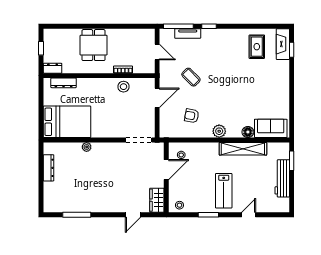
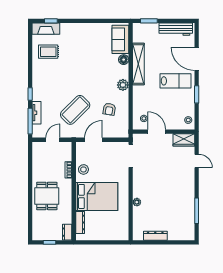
dining table: (94, 45) -> (47, 196), turned 90
coffee table: (191, 77) -> (75, 110), width x1.86, depth x1.72
door: (157, 98) -> (93, 140), hinge flipped
bed: (67, 122) -> (97, 196), moved, turned 90
workbench: (282, 178) -> (176, 29), moved
door: (249, 215) -> (197, 59), width x1.88

